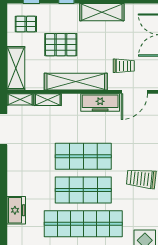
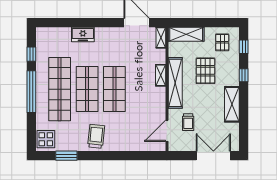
door: (134, 92) -> (167, 131), hinge flipped
shelving: (48, 100) -> (161, 75), moved
freezer: (100, 103) -> (158, 103), removed
freezer: (16, 210) -> (83, 34), moved

